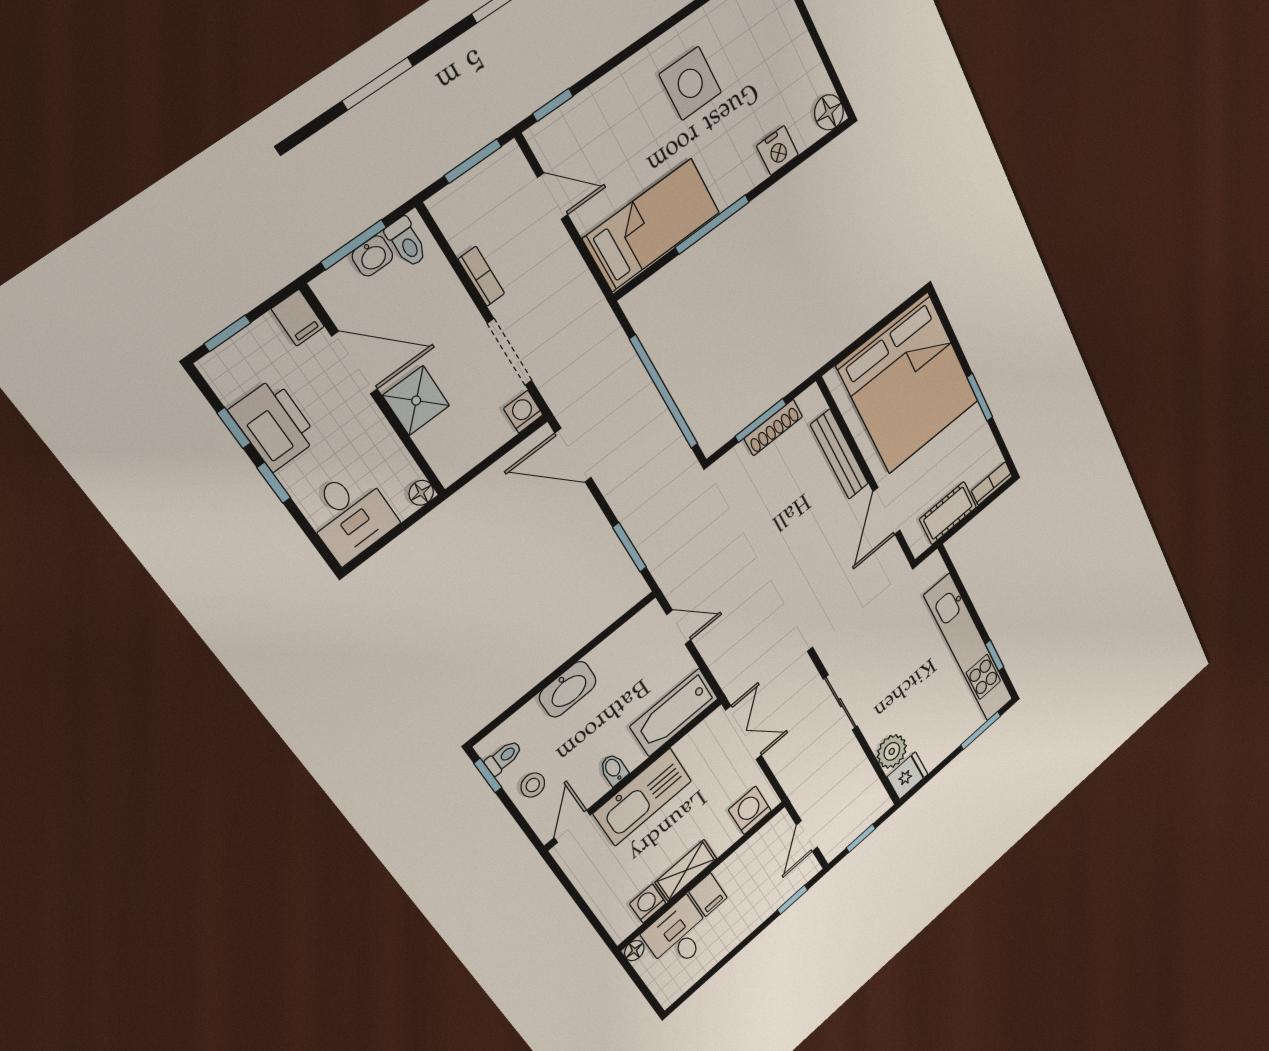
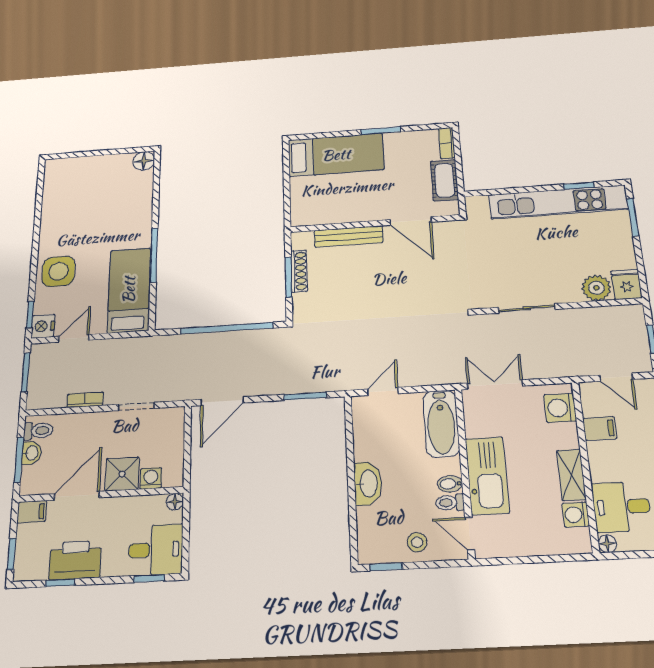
side table: (690, 83) -> (58, 271), moved
nightstand: (778, 150) -> (43, 326), moved, turned 180
doorway: (510, 352) -> (136, 406), width x0.73
bed: (908, 384) -> (336, 155), width x0.49
washing machine: (523, 412) -> (151, 478), moved, turned 90
window: (274, 483) -> (149, 578), moved
toilet: (504, 757) -> (450, 503), moved, turned -90
filing cabinet: (708, 895) -> (600, 428), moved

